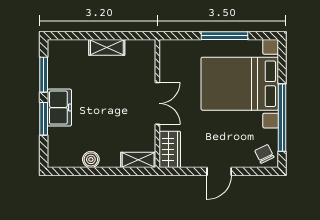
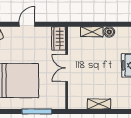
window: (224, 36) -> (37, 111), moved
shelving: (138, 160) -> (92, 32), moved

